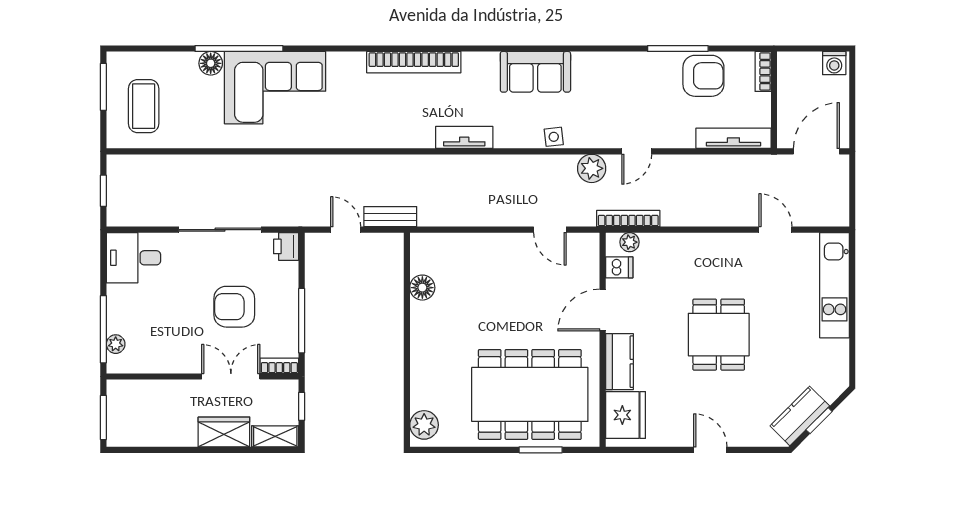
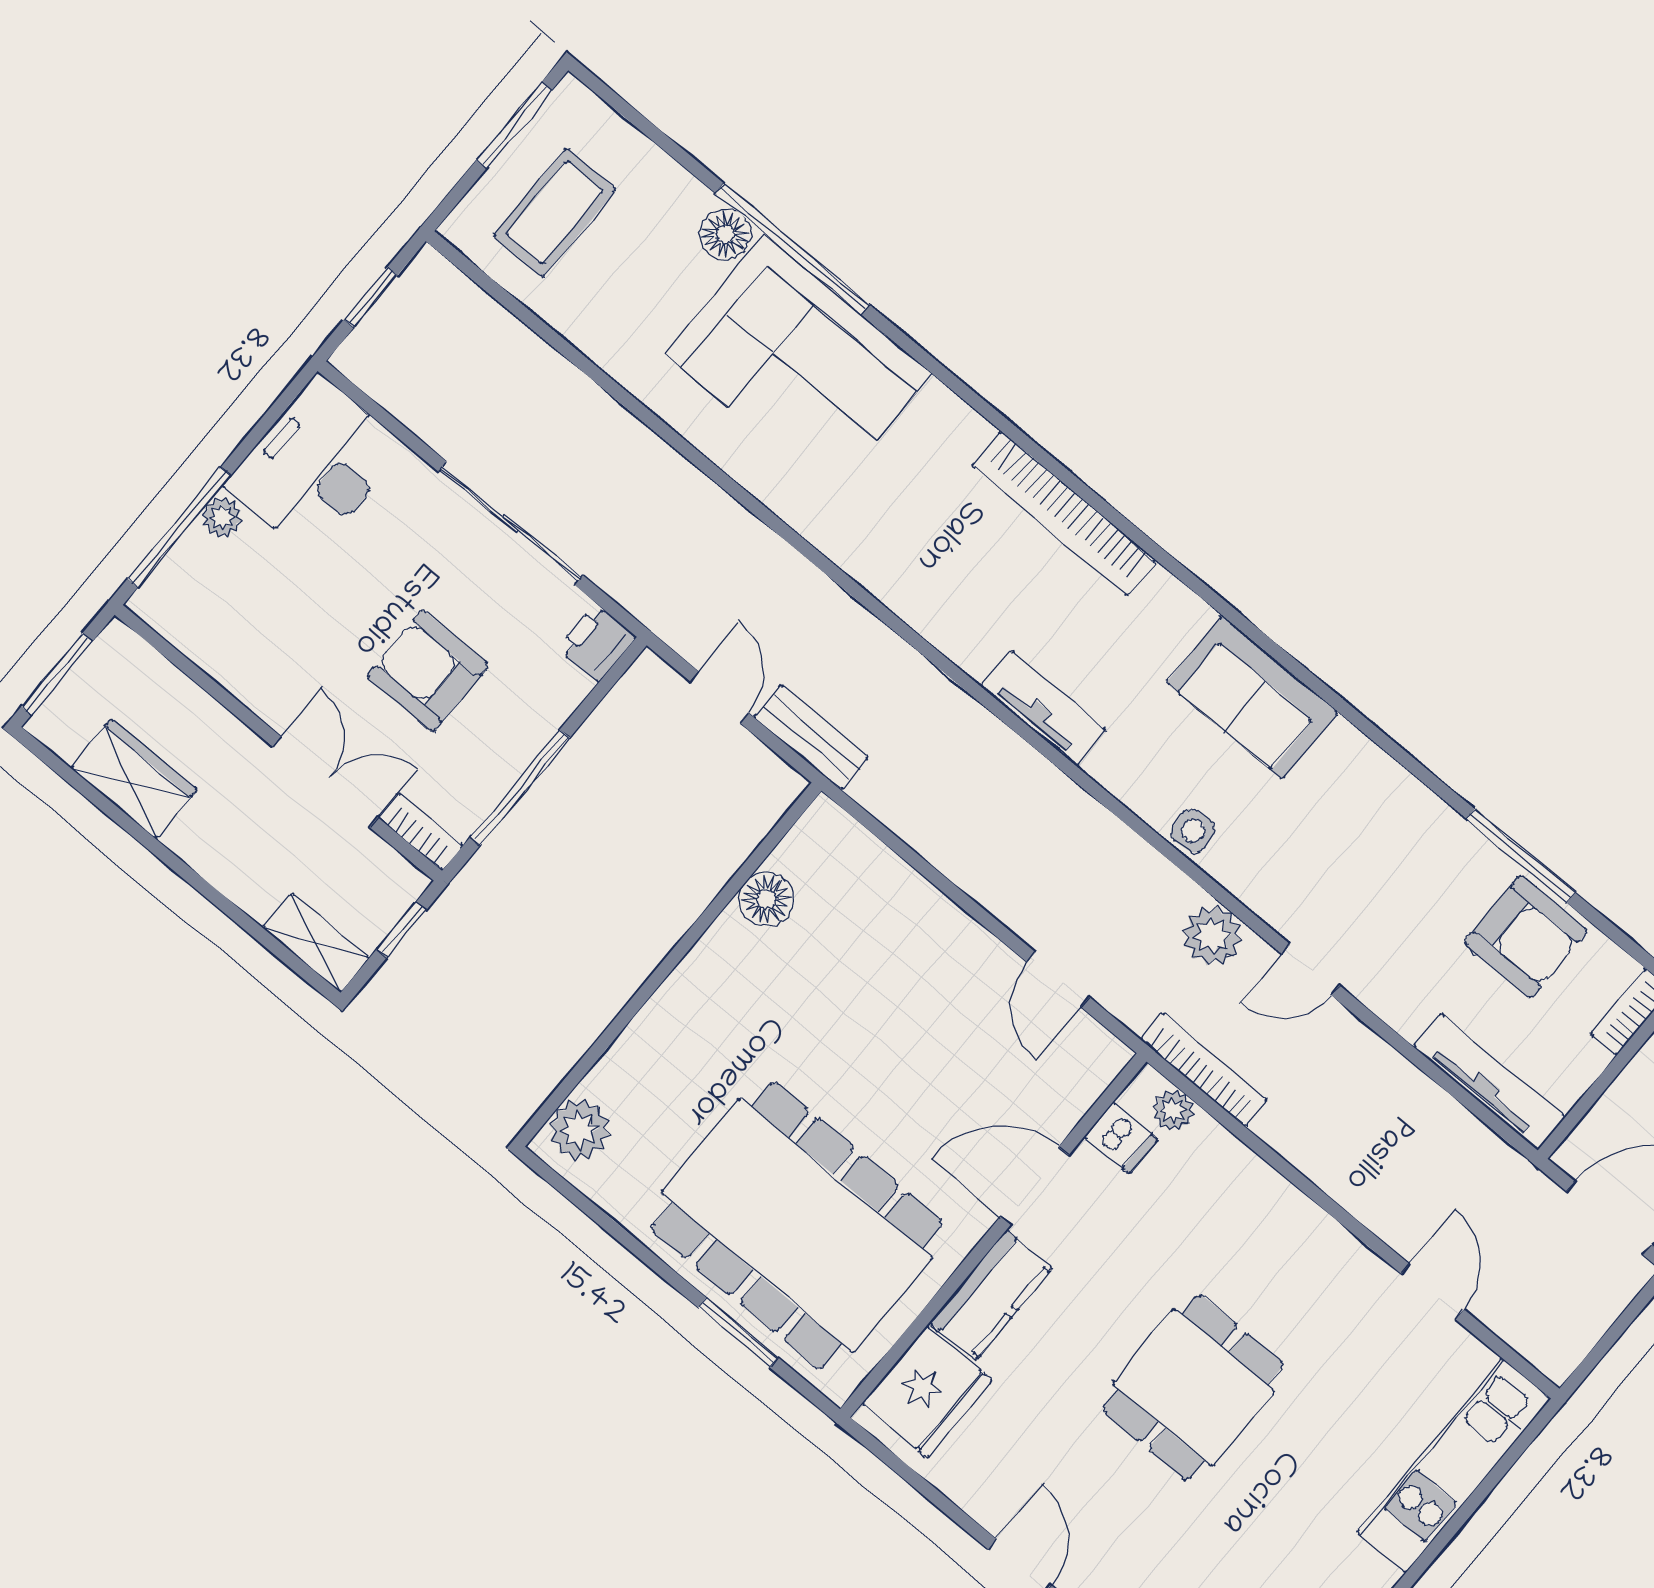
desk: (133, 258) -> (315, 466), width x1.37
plant: (116, 344) -> (222, 517), moved
wardrobe: (224, 432) -> (134, 779), moved

